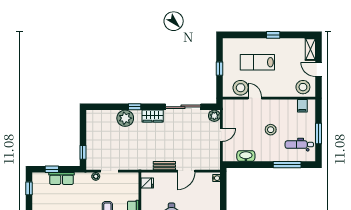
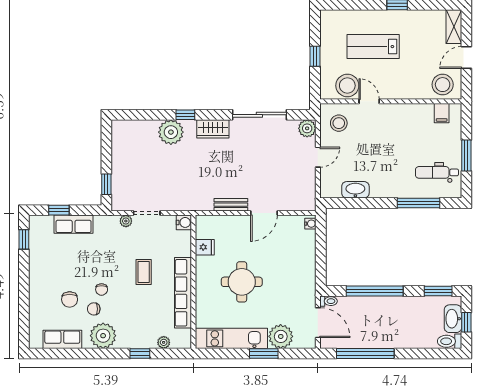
door: (318, 69) -> (466, 58), hinge flipped
stool: (271, 130) -> (339, 123), moved
water cooler: (134, 177) -> (184, 222), added
fridge: (147, 183) -> (205, 247), moved

